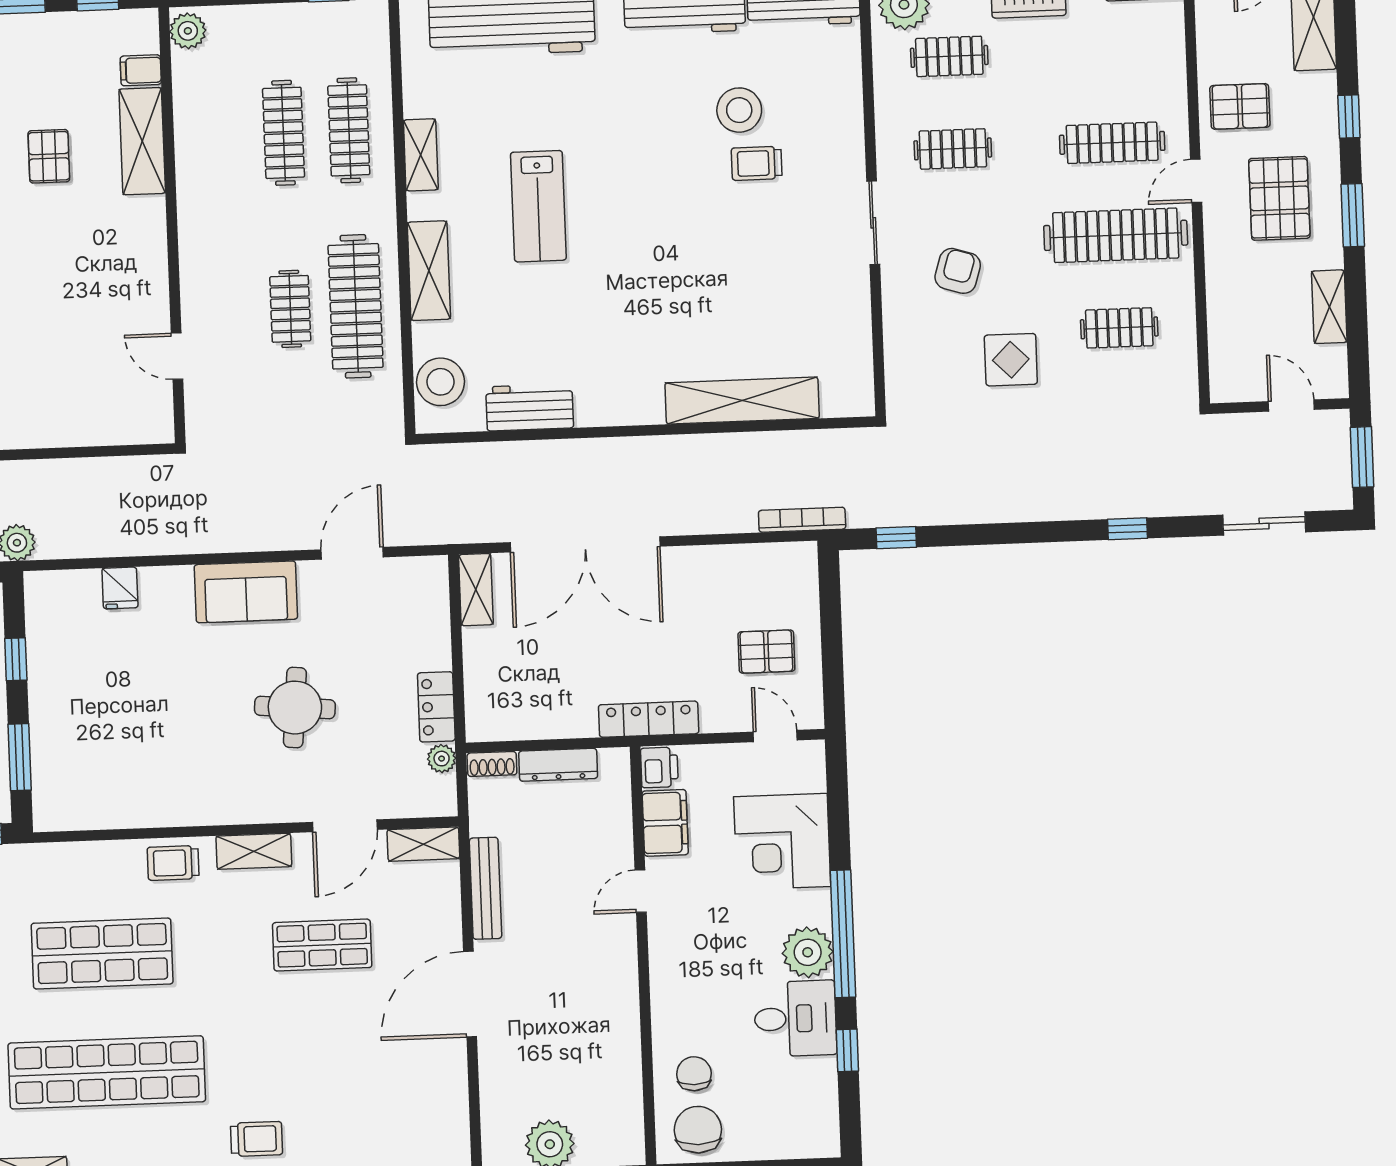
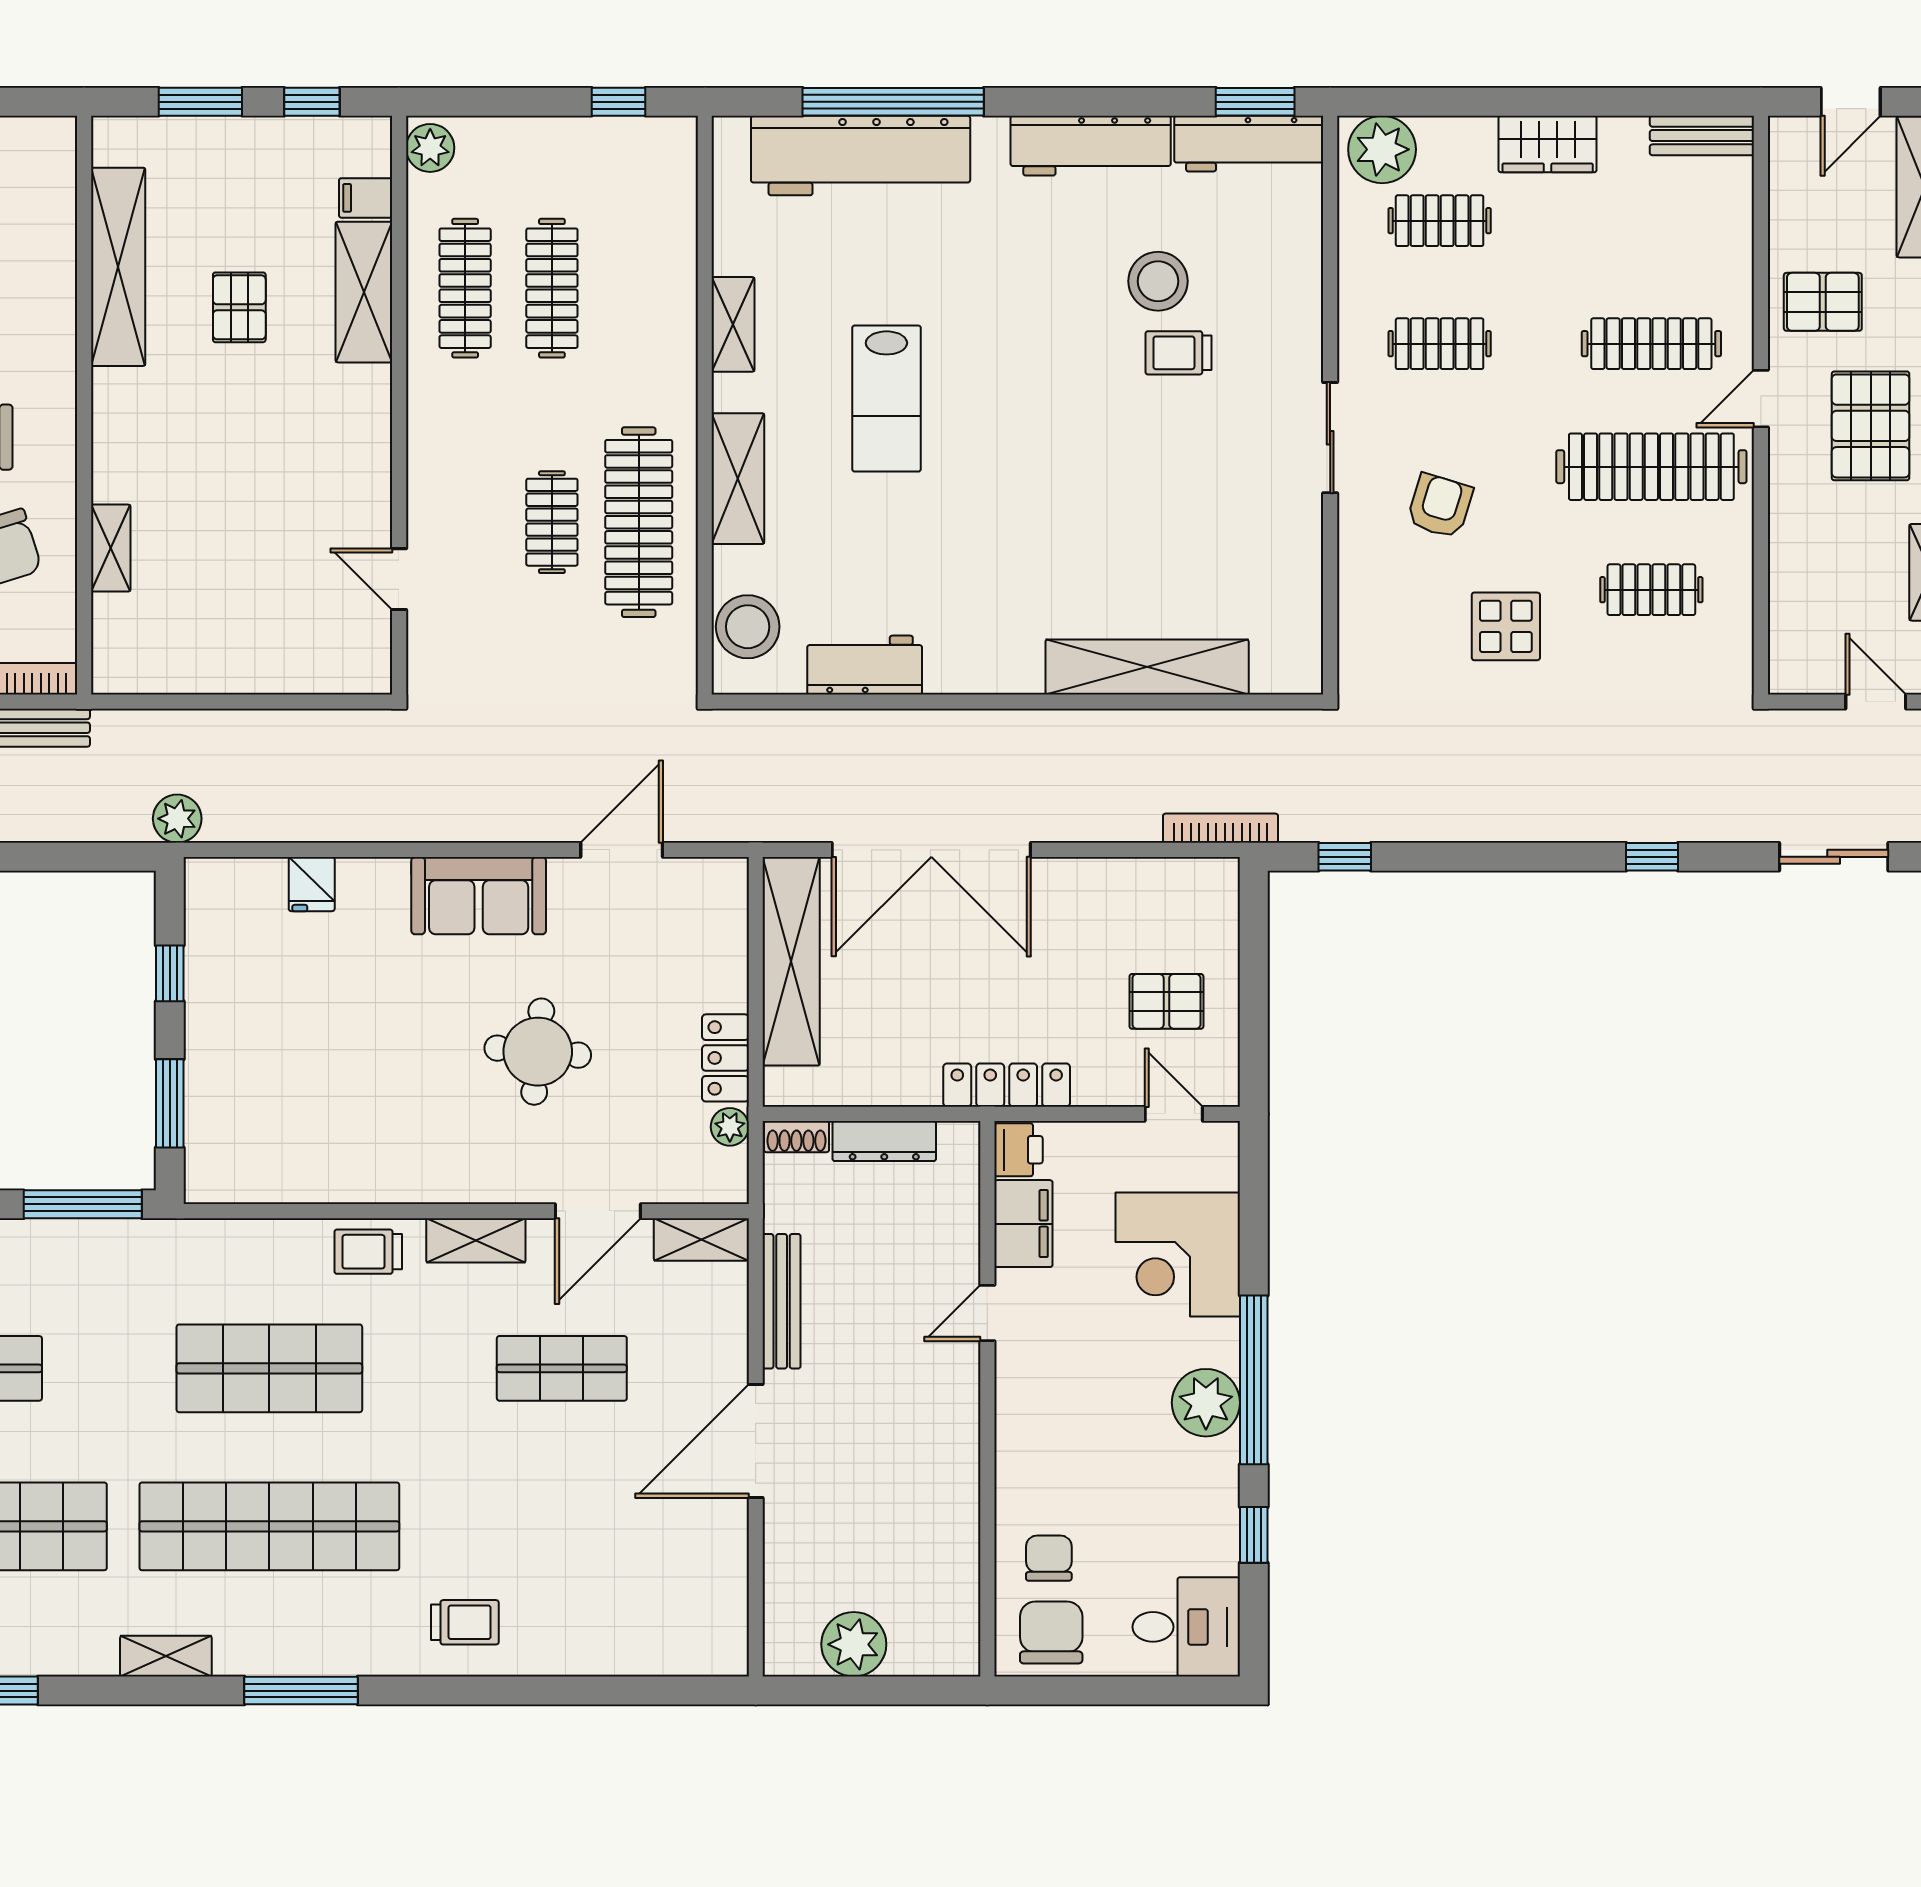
clothes rail: (349, 130) -> (465, 288), moved
shelving: (476, 590) -> (791, 961), width x2.20, depth x1.33
desk: (795, 1019) -> (1186, 1627), moved

